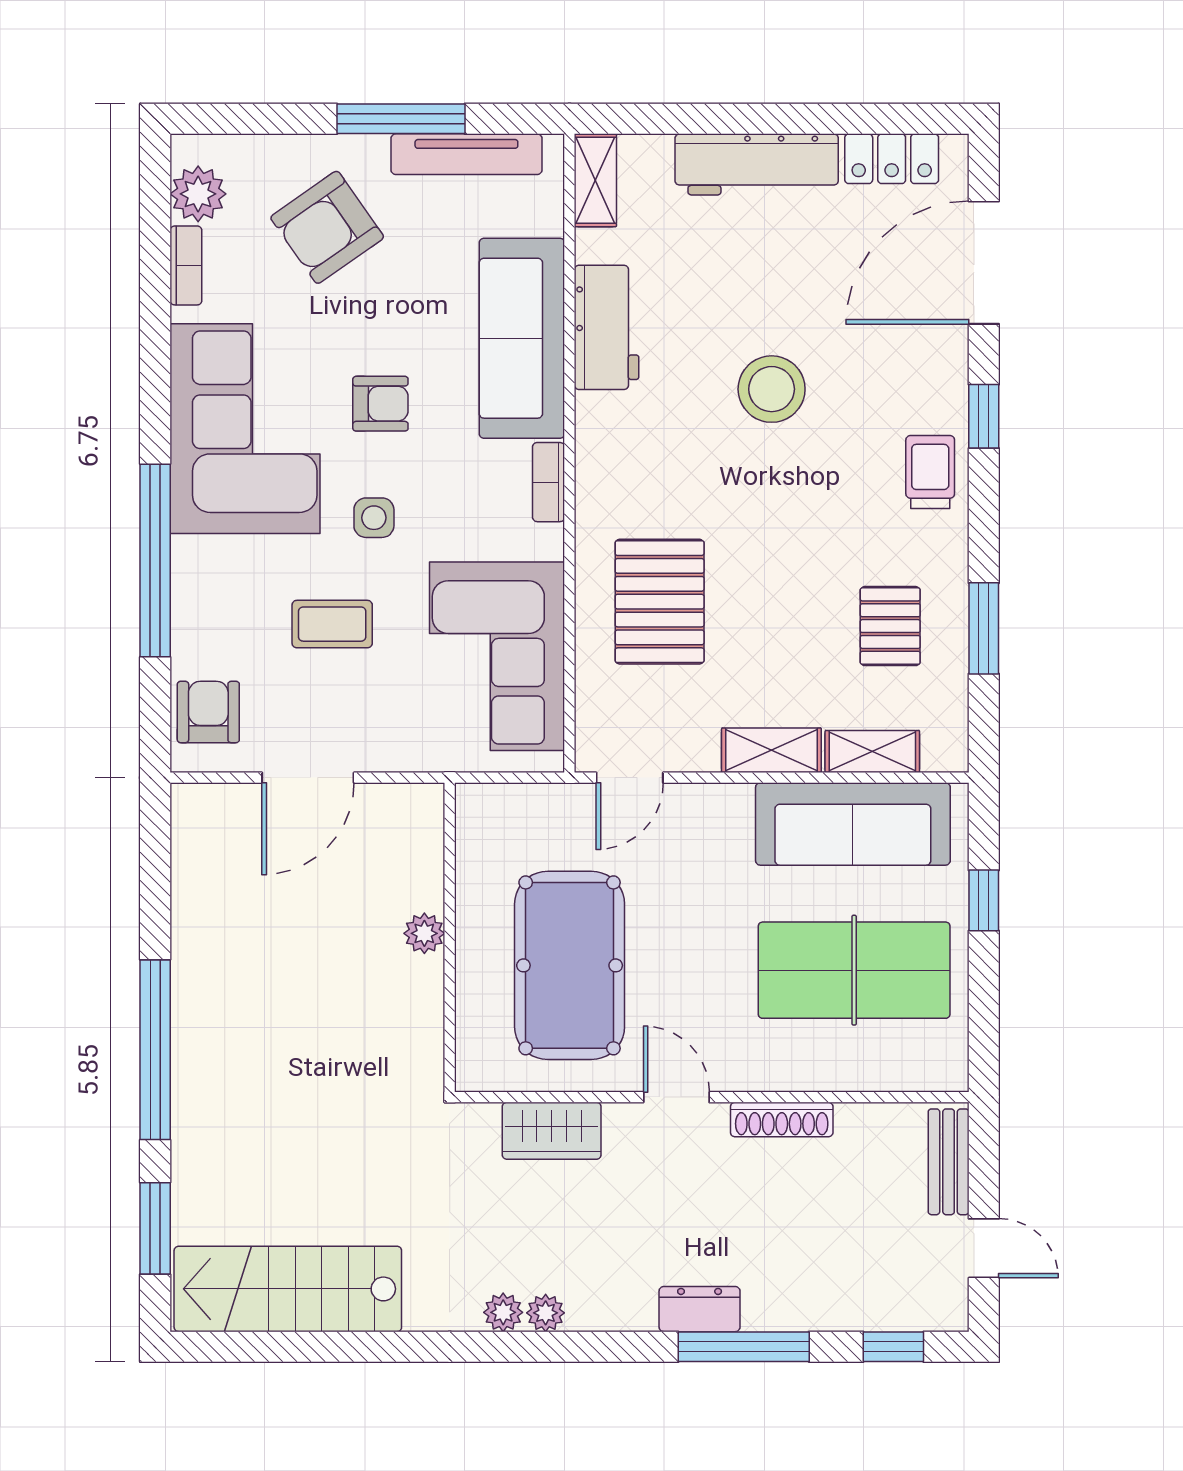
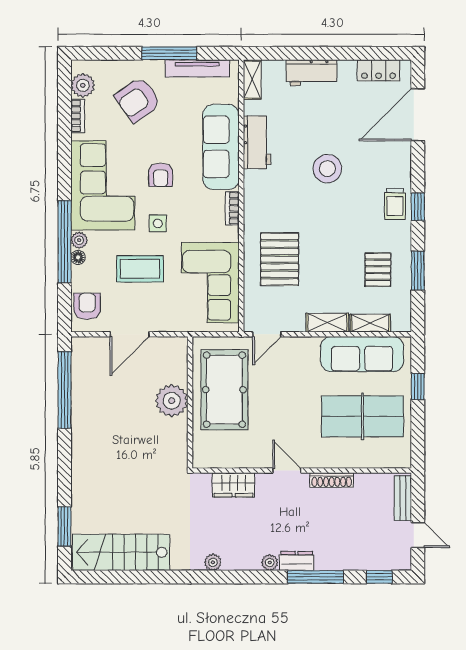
workbench: (757, 164) -> (312, 73), width x0.73
armchair: (380, 404) -> (161, 175), turned 90
window: (984, 416) -> (418, 207), moved
trolley: (930, 472) -> (395, 204), turned 180
plant: (190, 557) -> (79, 240), added
floor lamp: (187, 597) -> (78, 257), added
coffee table: (332, 624) -> (140, 269), width x1.36, depth x1.30
plant: (424, 933) -> (172, 401), width x1.88, depth x1.88
pool table: (570, 965) -> (224, 390), moved
window: (155, 1050) -> (64, 390), moved
plant: (546, 1313) -> (270, 563), moved

